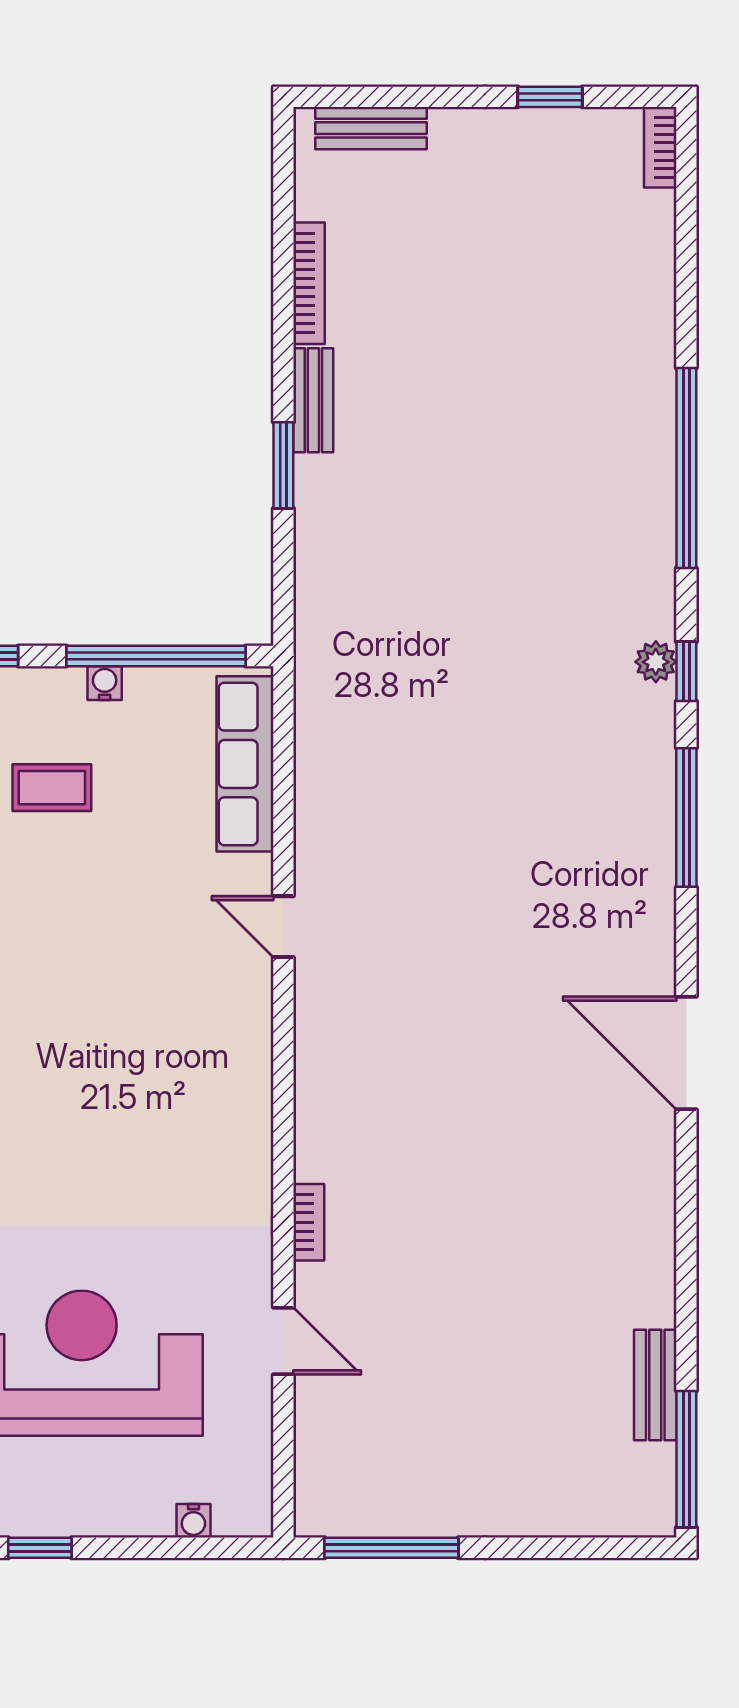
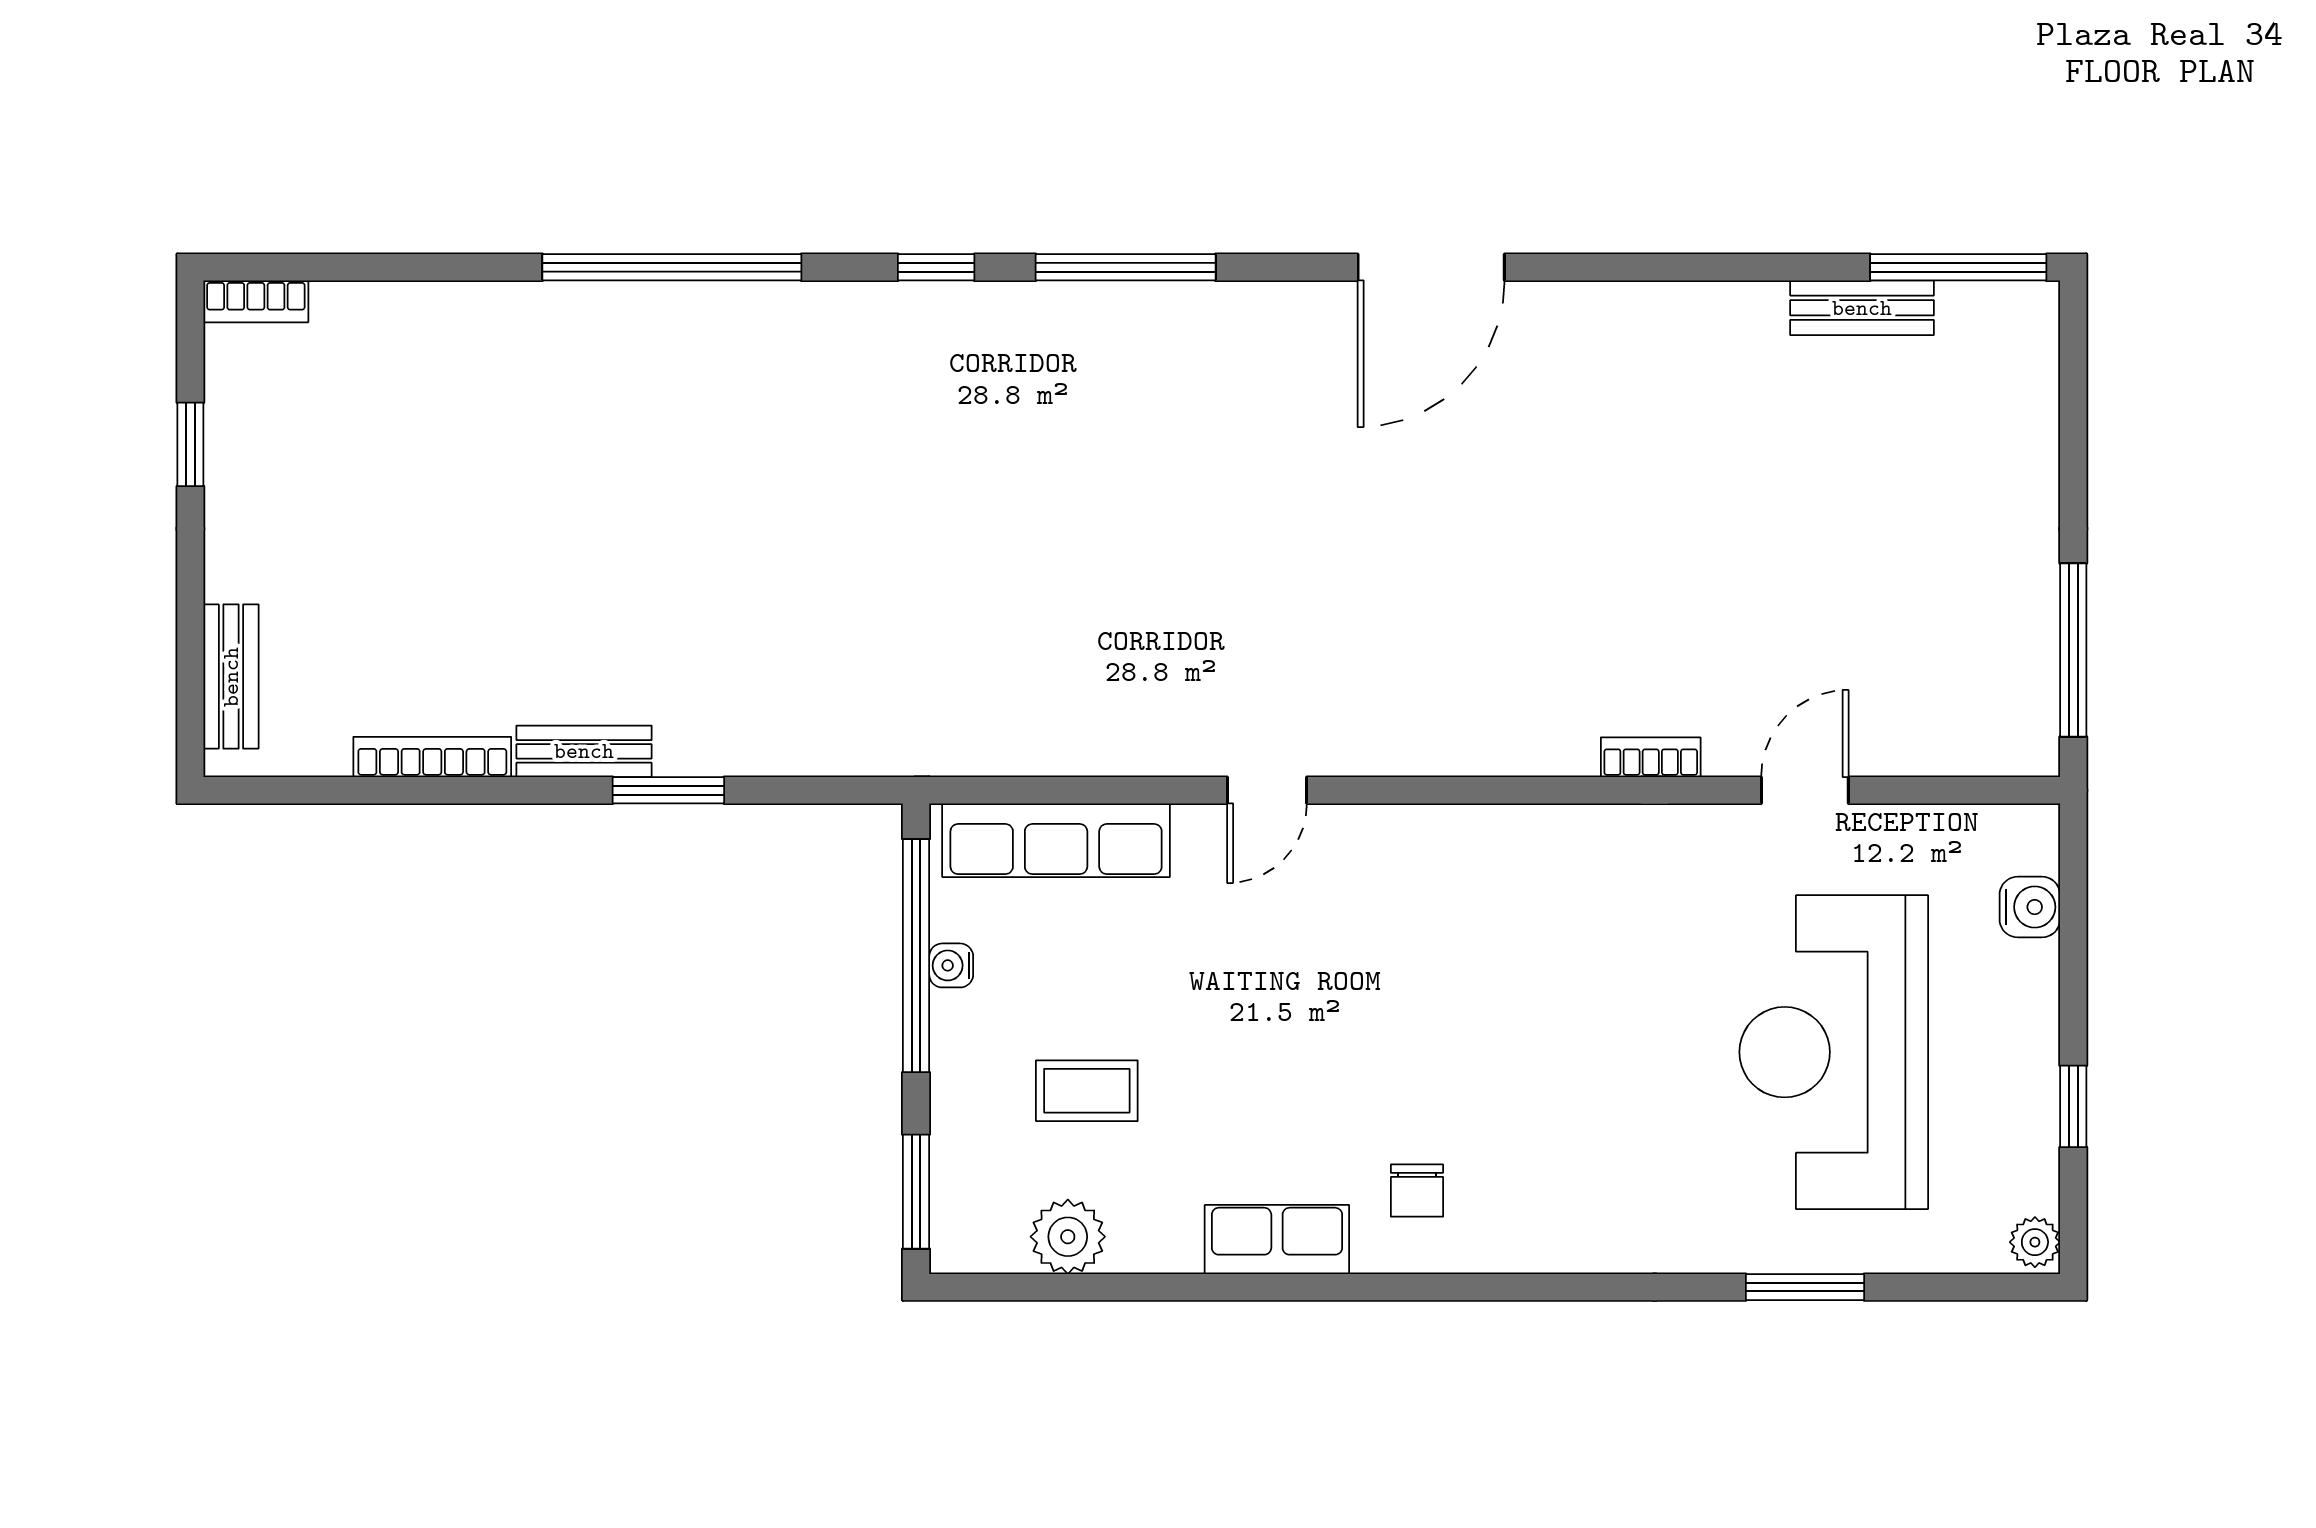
plant: (656, 662) -> (923, 307), removed
water cooler: (105, 683) -> (951, 965), moved
coffee table: (52, 788) -> (1087, 1091), turned 90
water cooler: (193, 1521) -> (2030, 907), width x1.38, depth x1.38

